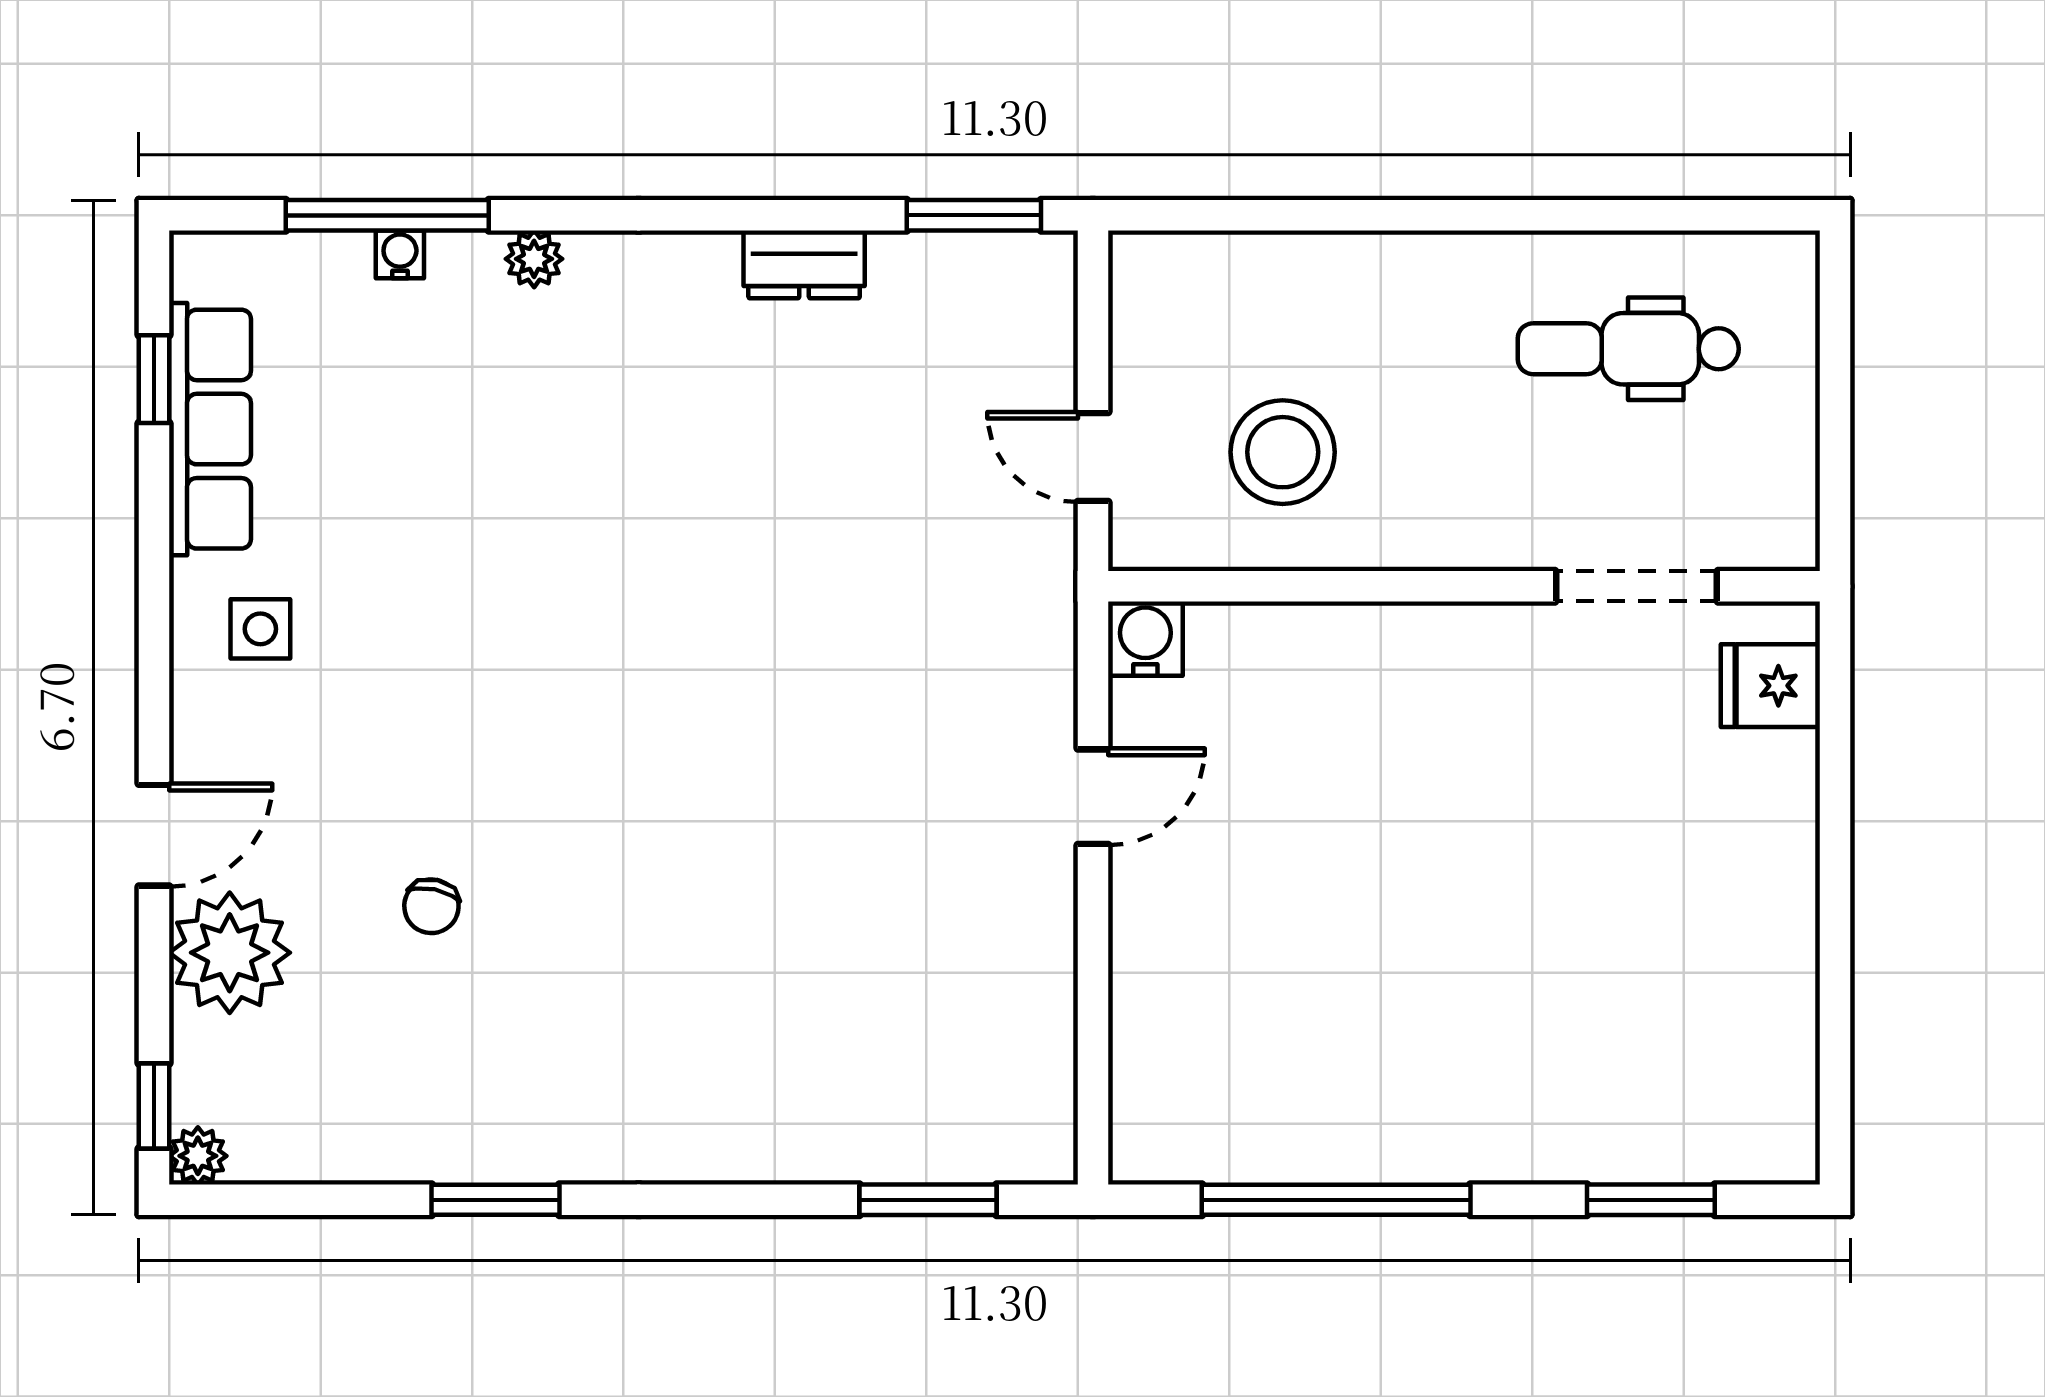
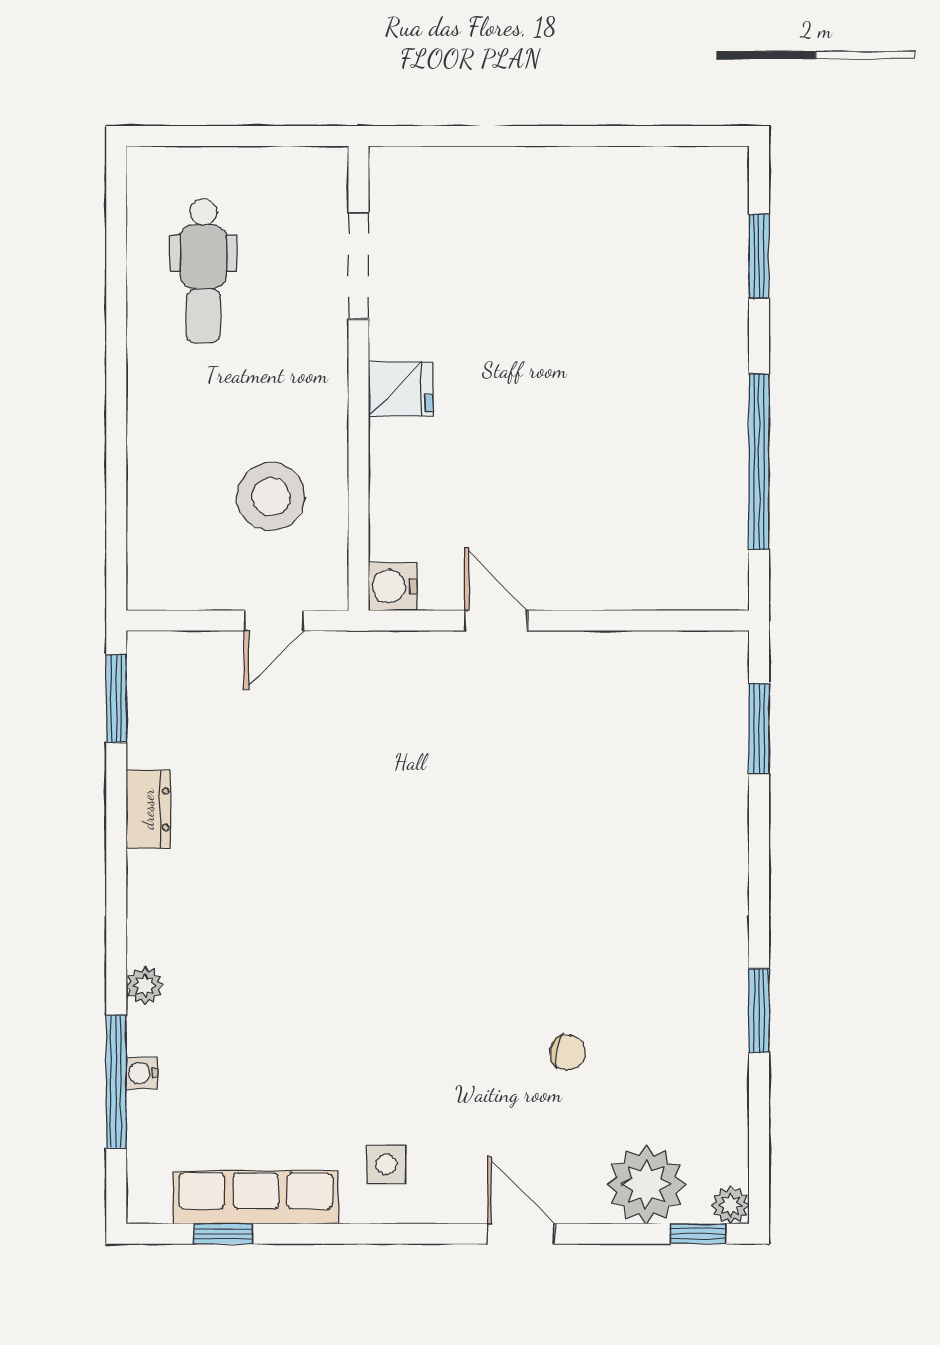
fridge: (1770, 686) -> (401, 389), moved, turned -90
plant: (230, 953) -> (646, 1184), moved

